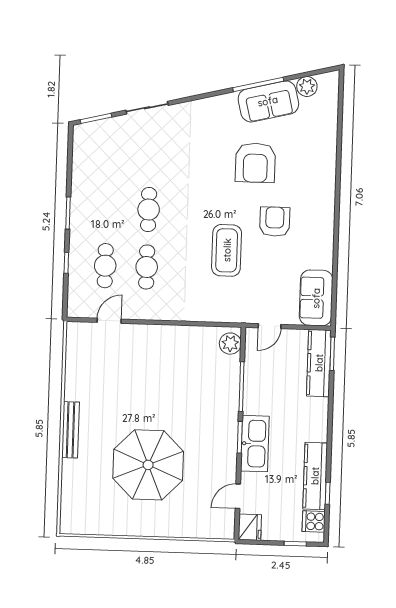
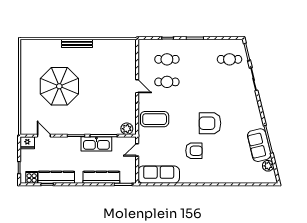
armchair: (255, 163) -> (210, 123), moved
cafe table: (149, 210) -> (229, 59), moved
coffee table: (227, 250) -> (155, 119), moved
sofa: (316, 298) -> (159, 175), width x1.36
door: (109, 321) -> (137, 86), moved
door: (270, 326) -> (137, 150), hinge flipped
kitchen counter: (319, 363) -> (101, 177), moved
kitchen sink: (255, 444) -> (96, 144), moved

